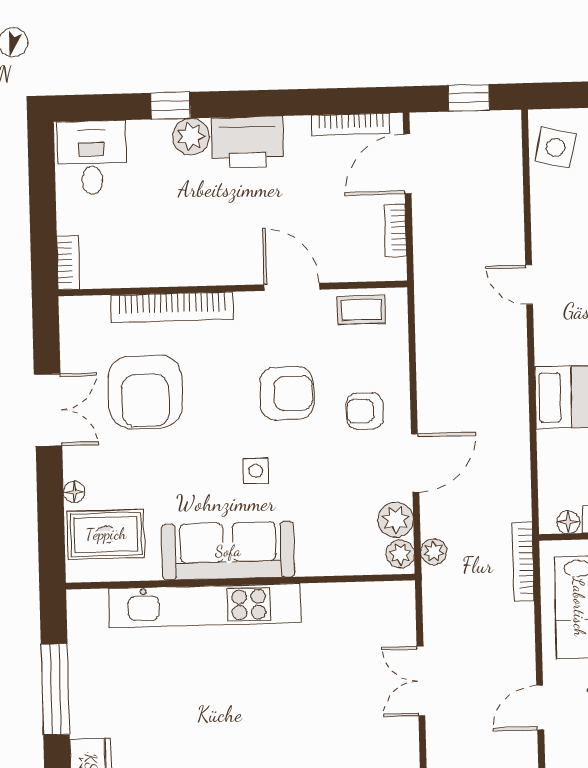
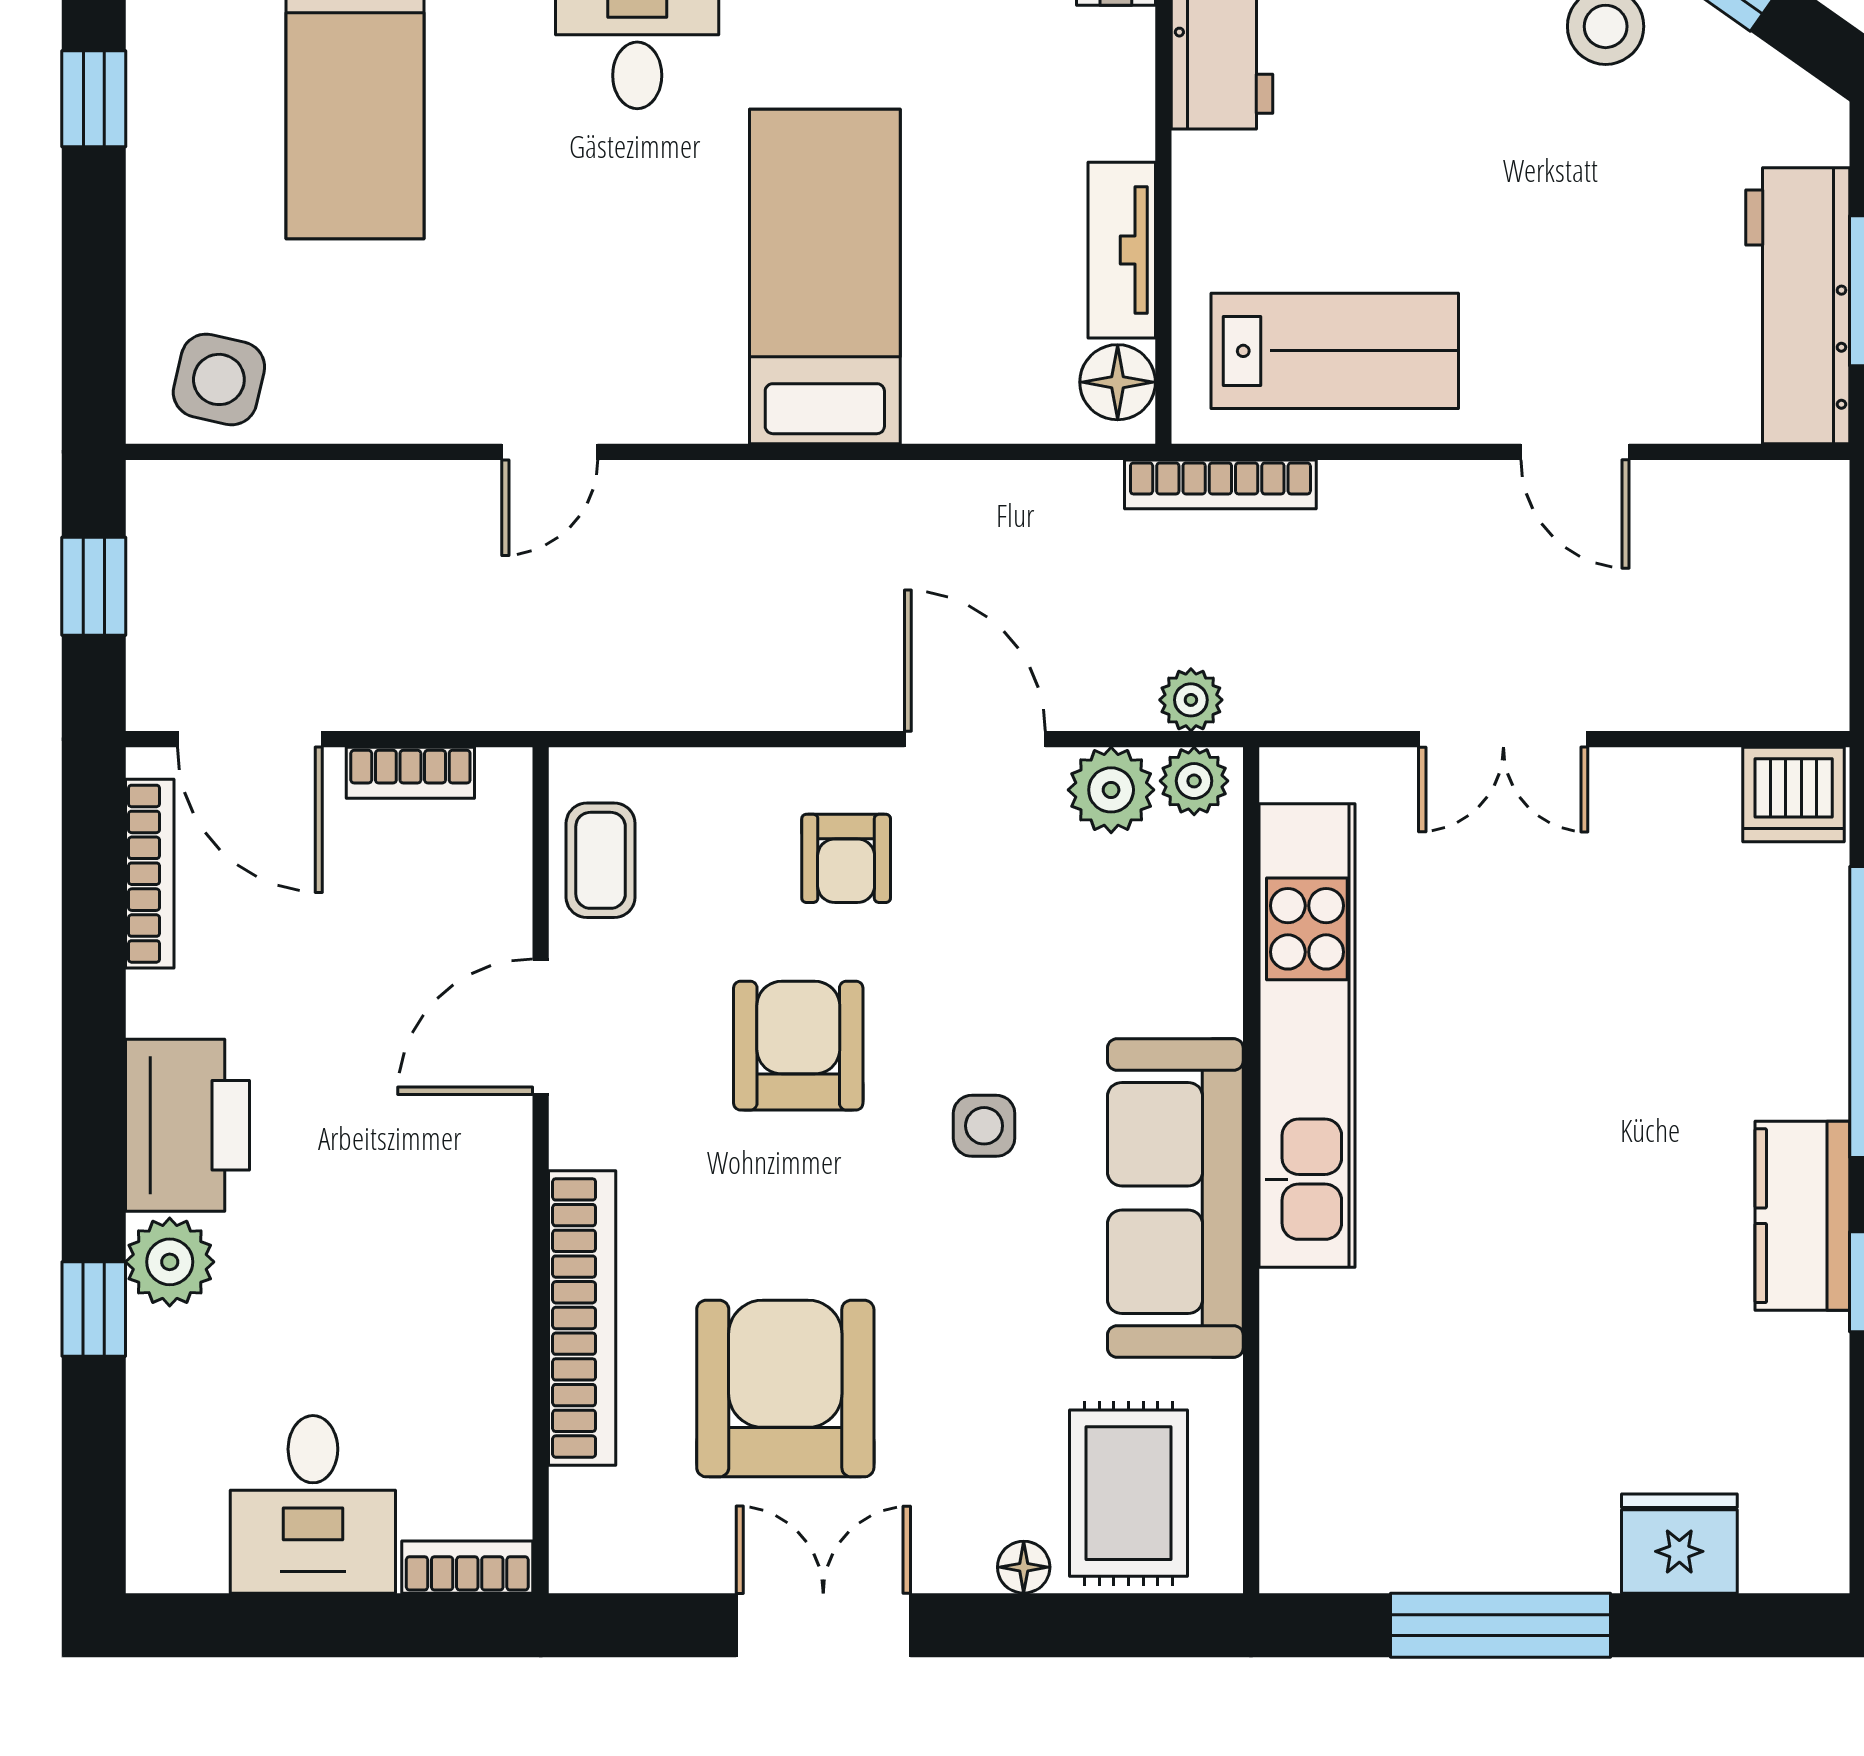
desk: (92, 158) -> (313, 1504), moved, turned -90
armchair: (145, 392) -> (785, 1389), turned -90
floor lamp: (568, 522) -> (1118, 382), width x1.37, depth x1.37
kitchen unit: (205, 606) -> (1307, 1035), moved

